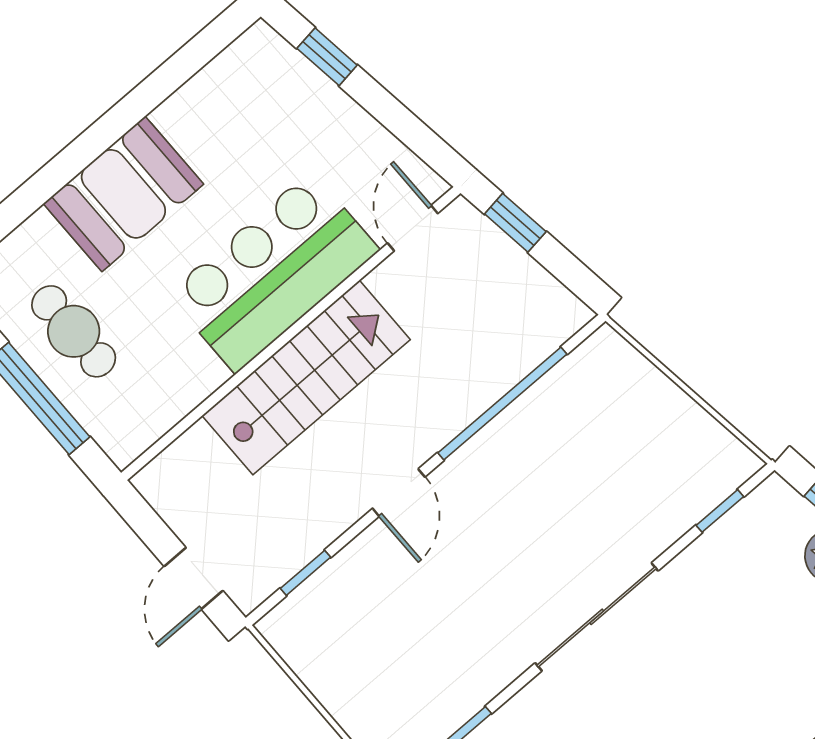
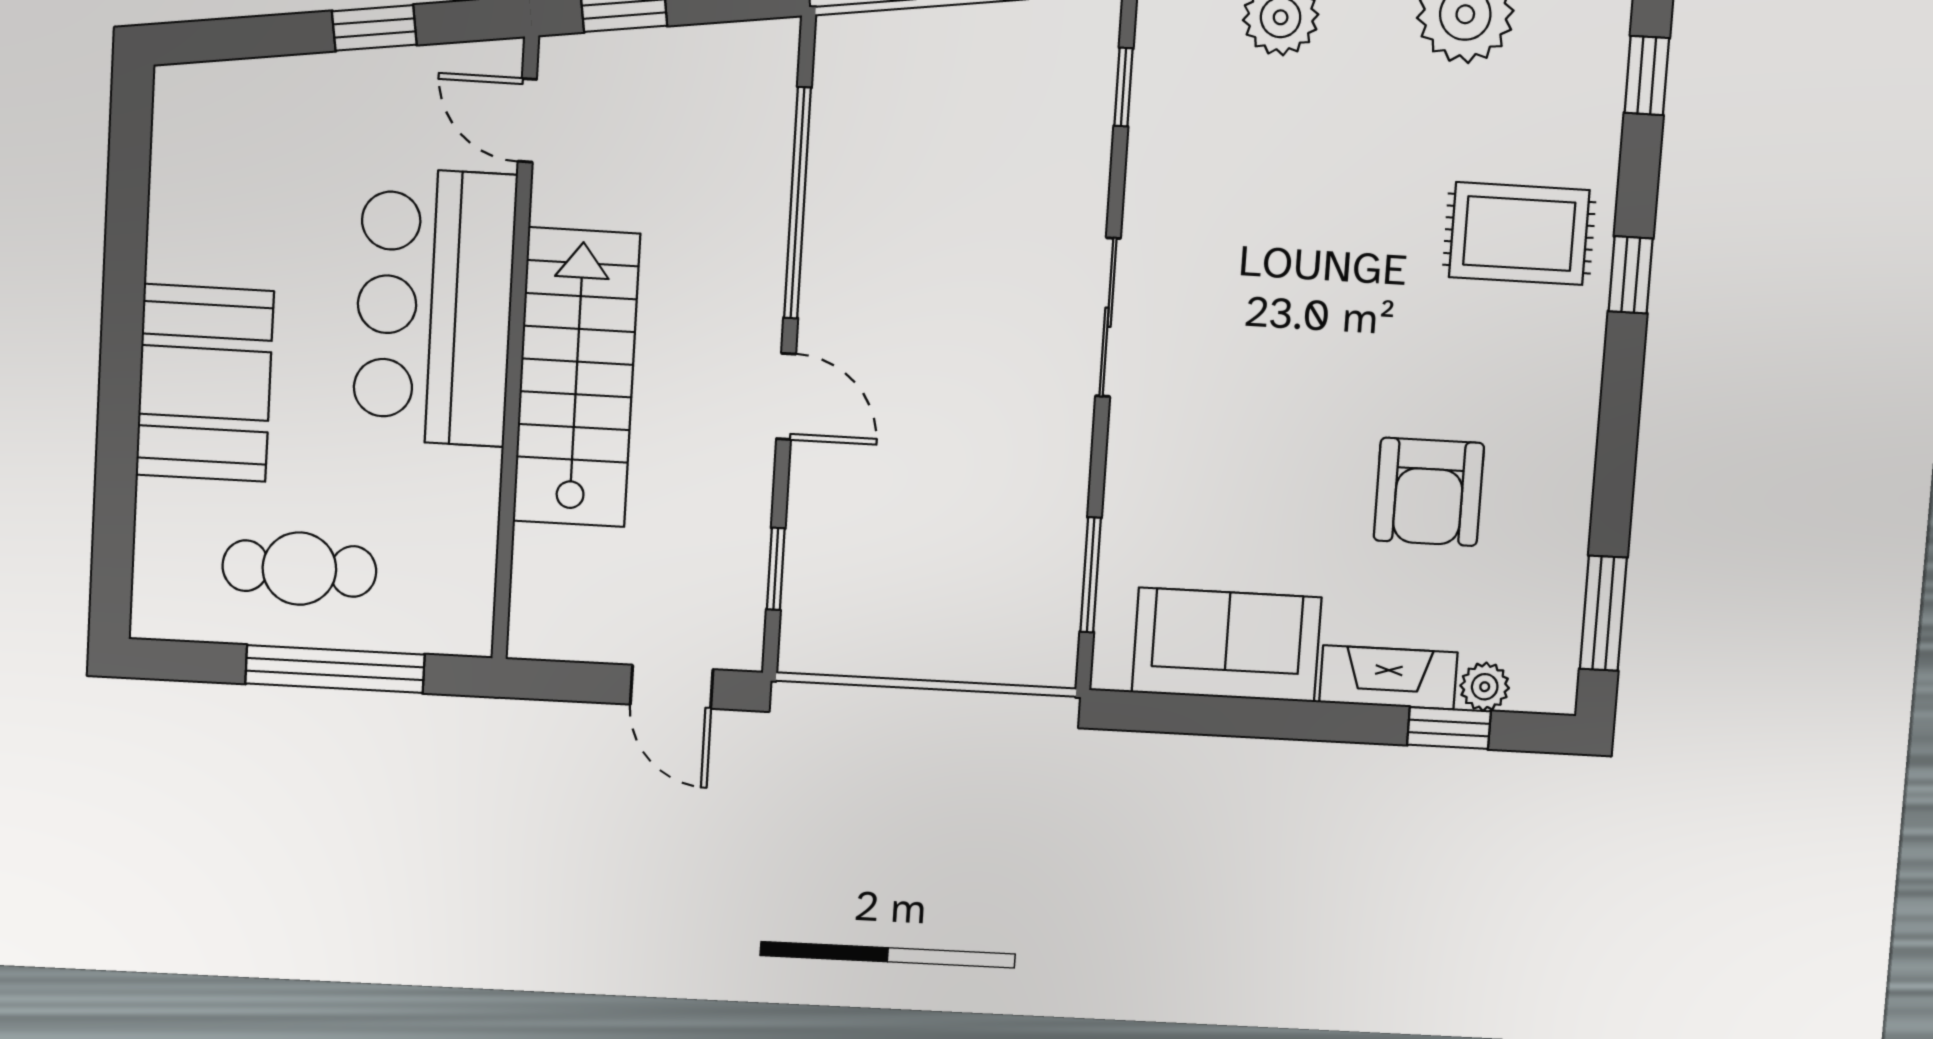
window: (327, 57) -> (374, 28), moved
sliding door: (597, 617) -> (1108, 317), width x0.73

